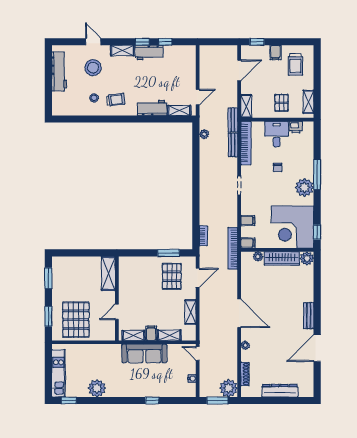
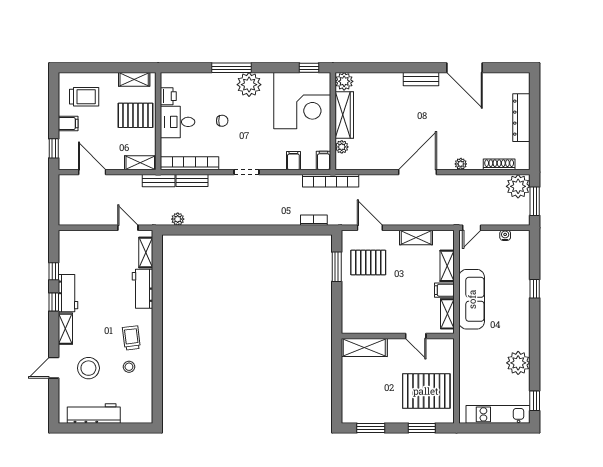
pallet: (282, 103) -> (136, 115), width x1.50, depth x1.42

